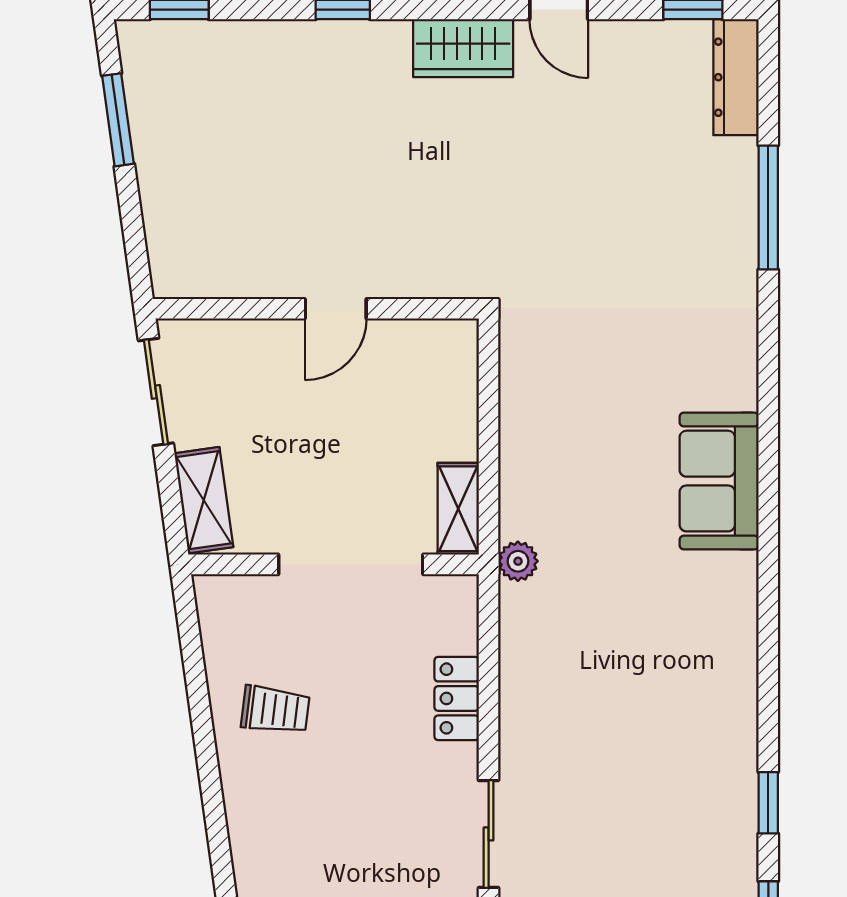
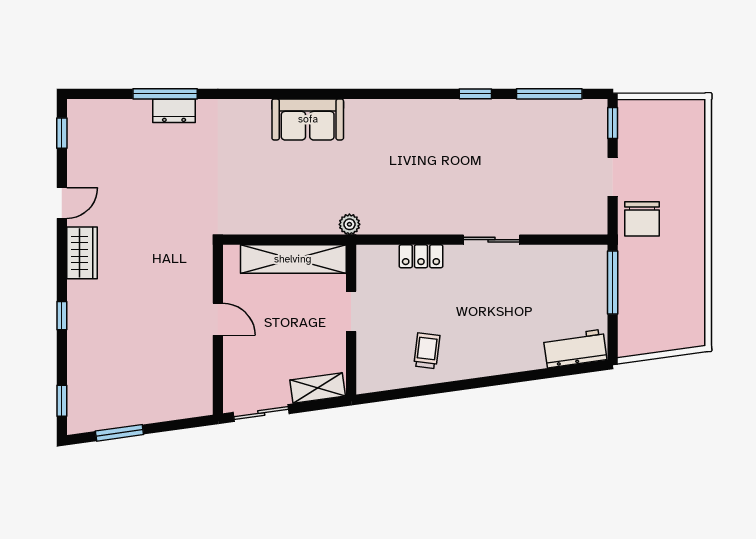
dresser: (736, 77) -> (174, 111), moved, width x0.70
shelving: (458, 509) -> (293, 259), width x2.20, depth x1.33
doorway: (351, 564) -> (351, 311), width x0.53

